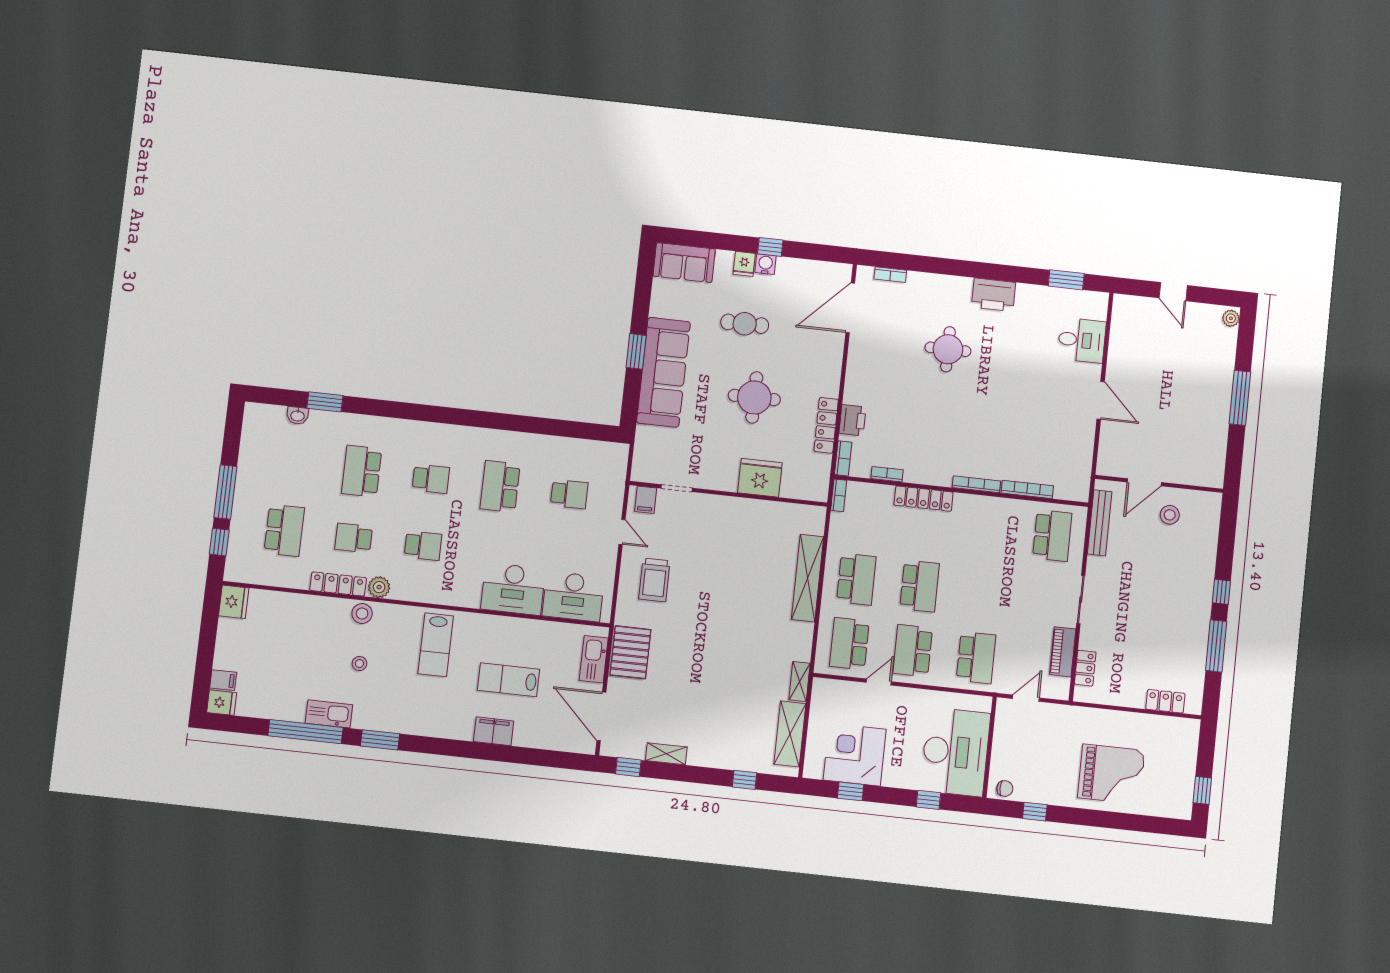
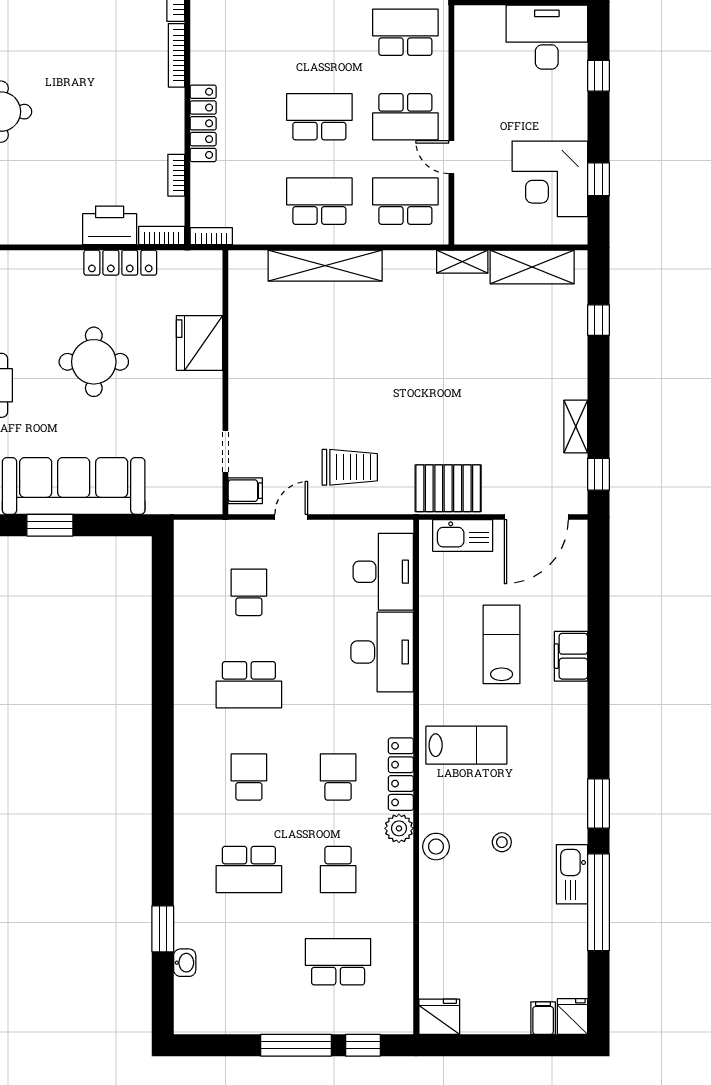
printer: (852, 420) -> (110, 225), width x1.37, depth x1.19
locker: (338, 584) -> (401, 774), moved
school desk: (849, 644) -> (405, 201), turned 180
lab bench: (508, 680) -> (502, 644), turned 180
desk: (955, 752) -> (547, 37), width x0.73, depth x0.77

